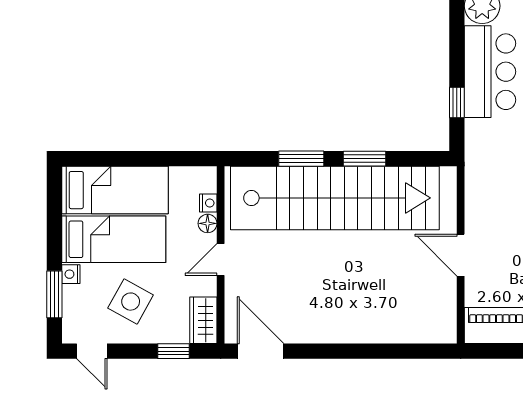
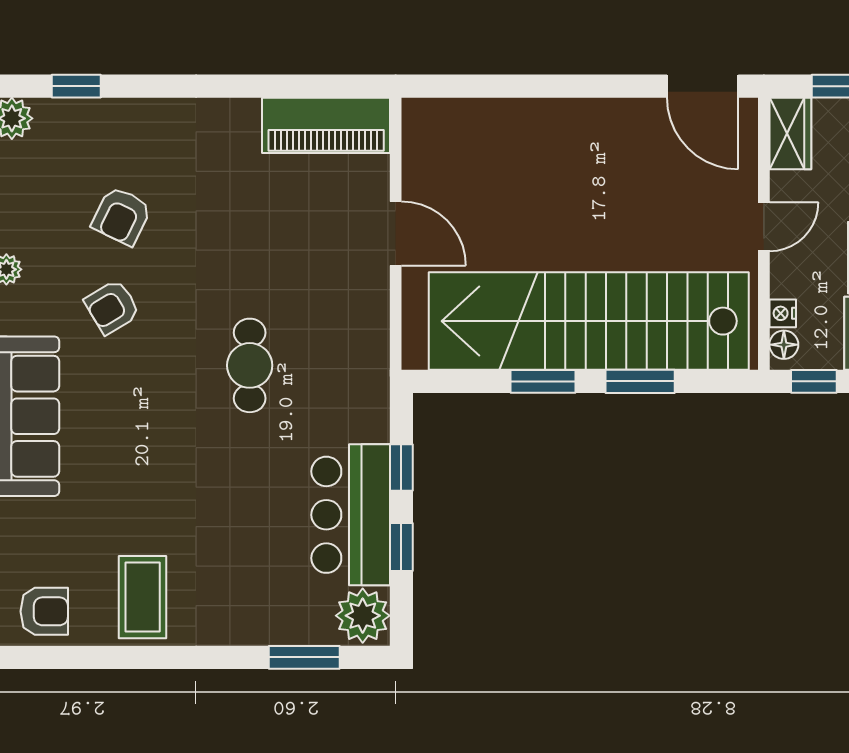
window: (457, 51) -> (401, 547), added
window: (188, 159) -> (814, 381), added
floor lamp: (208, 223) -> (784, 345), moved

